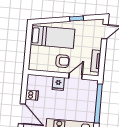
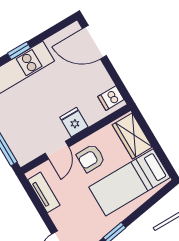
wardrobe: (36, 58) -> (132, 136), added
dishwasher: (32, 95) -> (111, 98), moved

